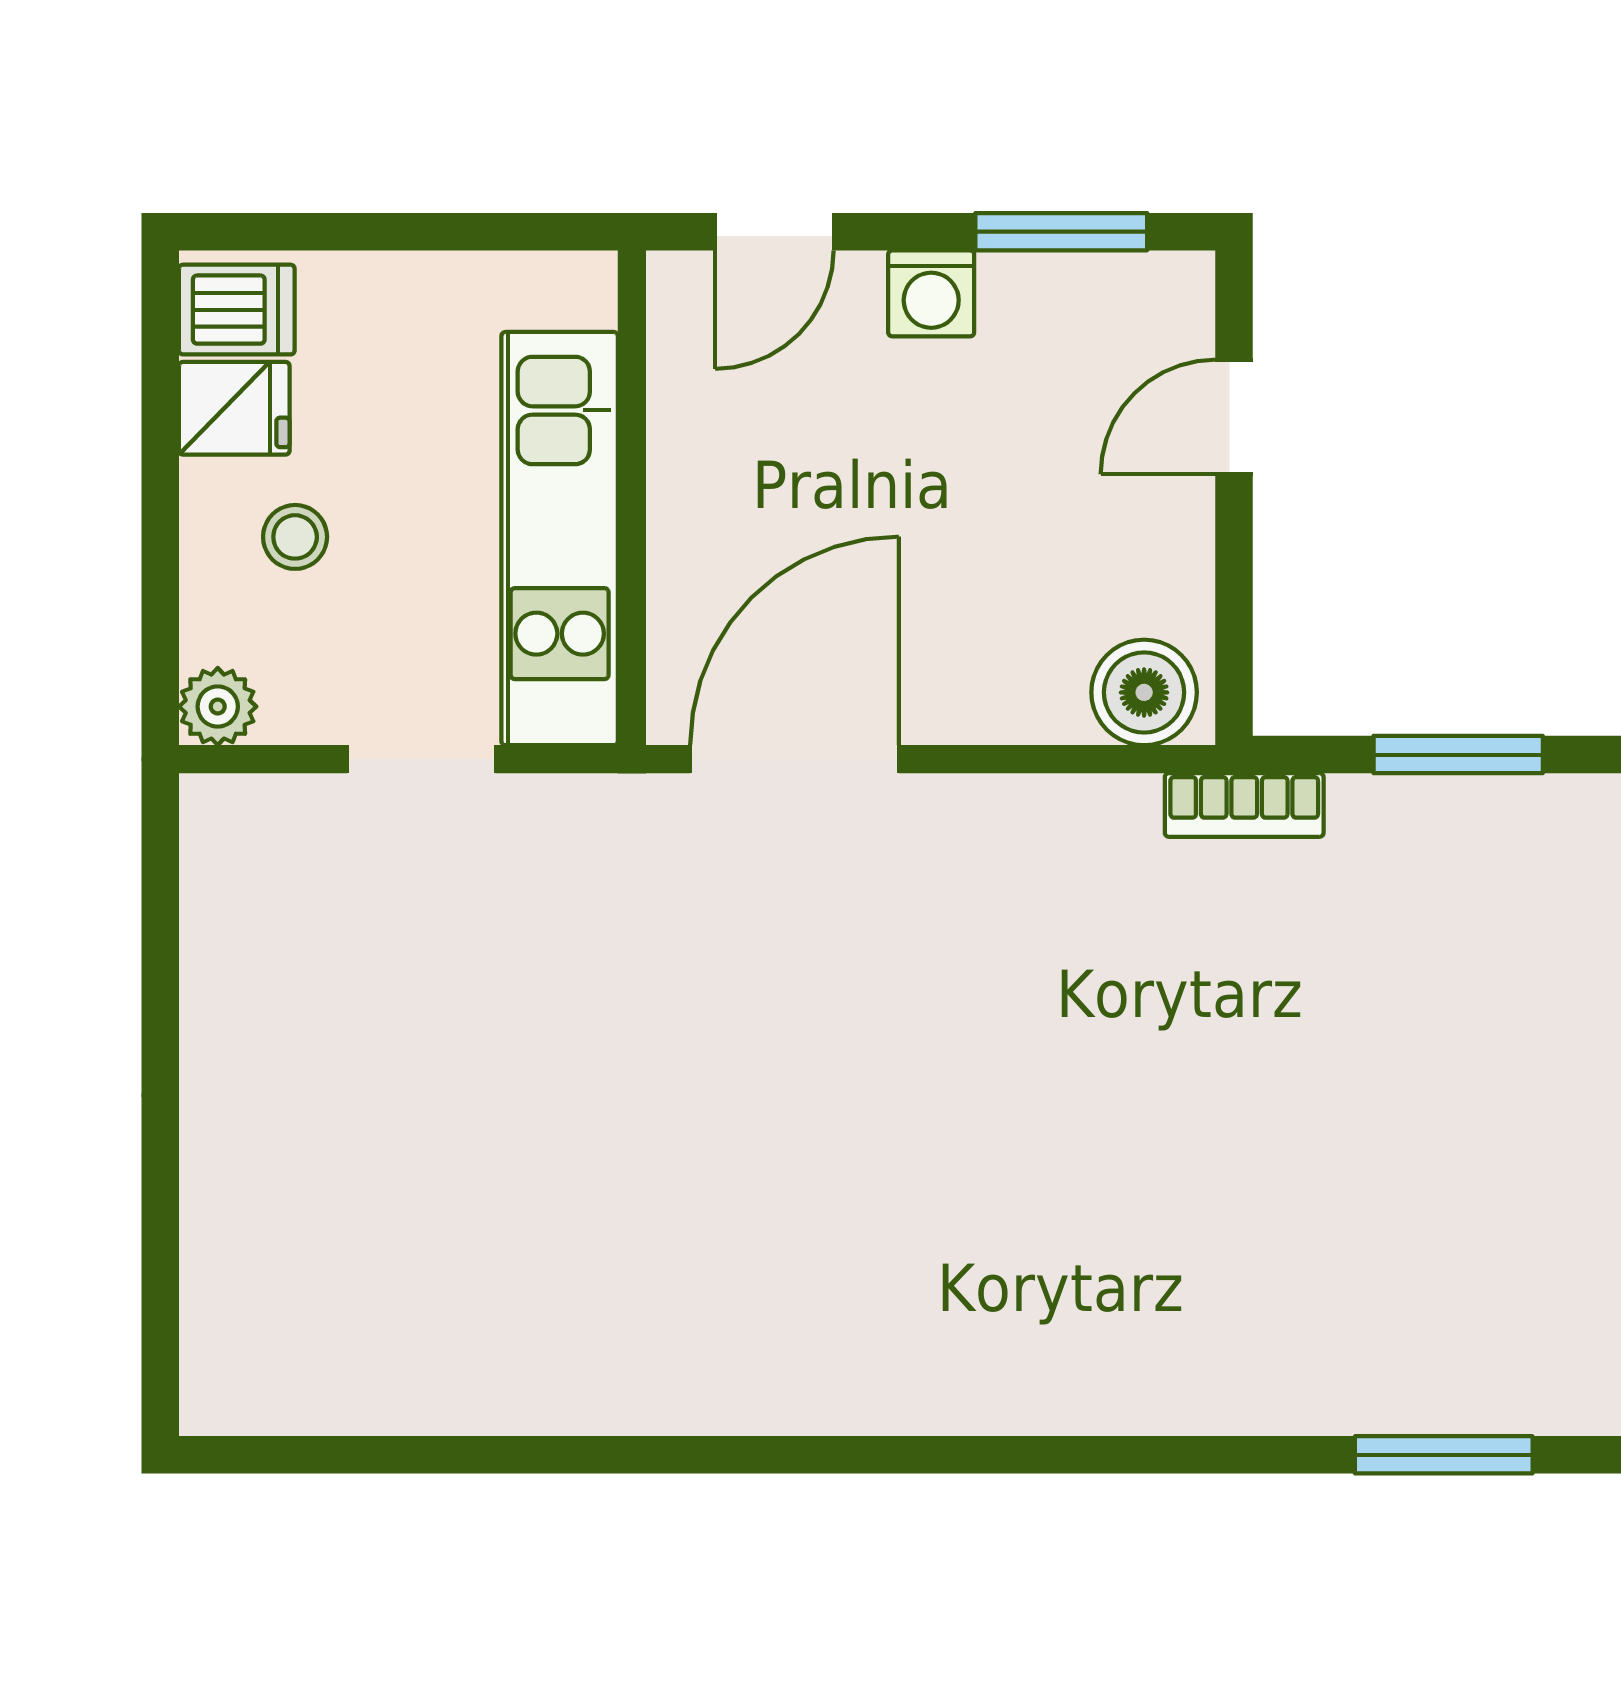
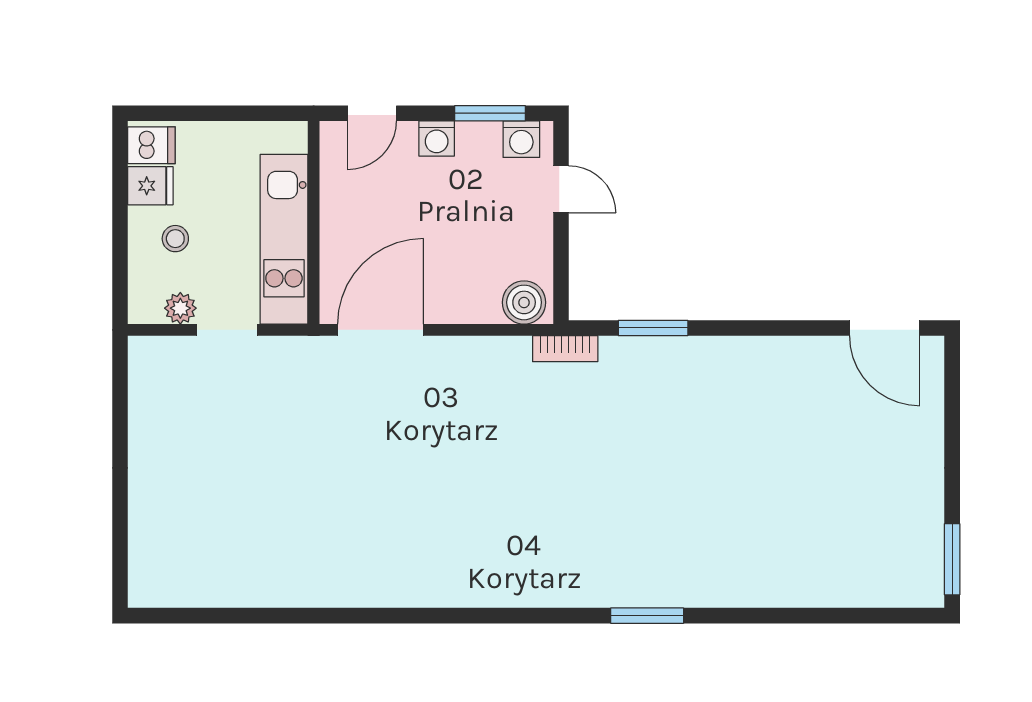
washing machine: (1138, 295) -> (521, 139), added
door: (1234, 417) -> (561, 189), swing flipped
plant: (218, 707) -> (180, 308), moved

